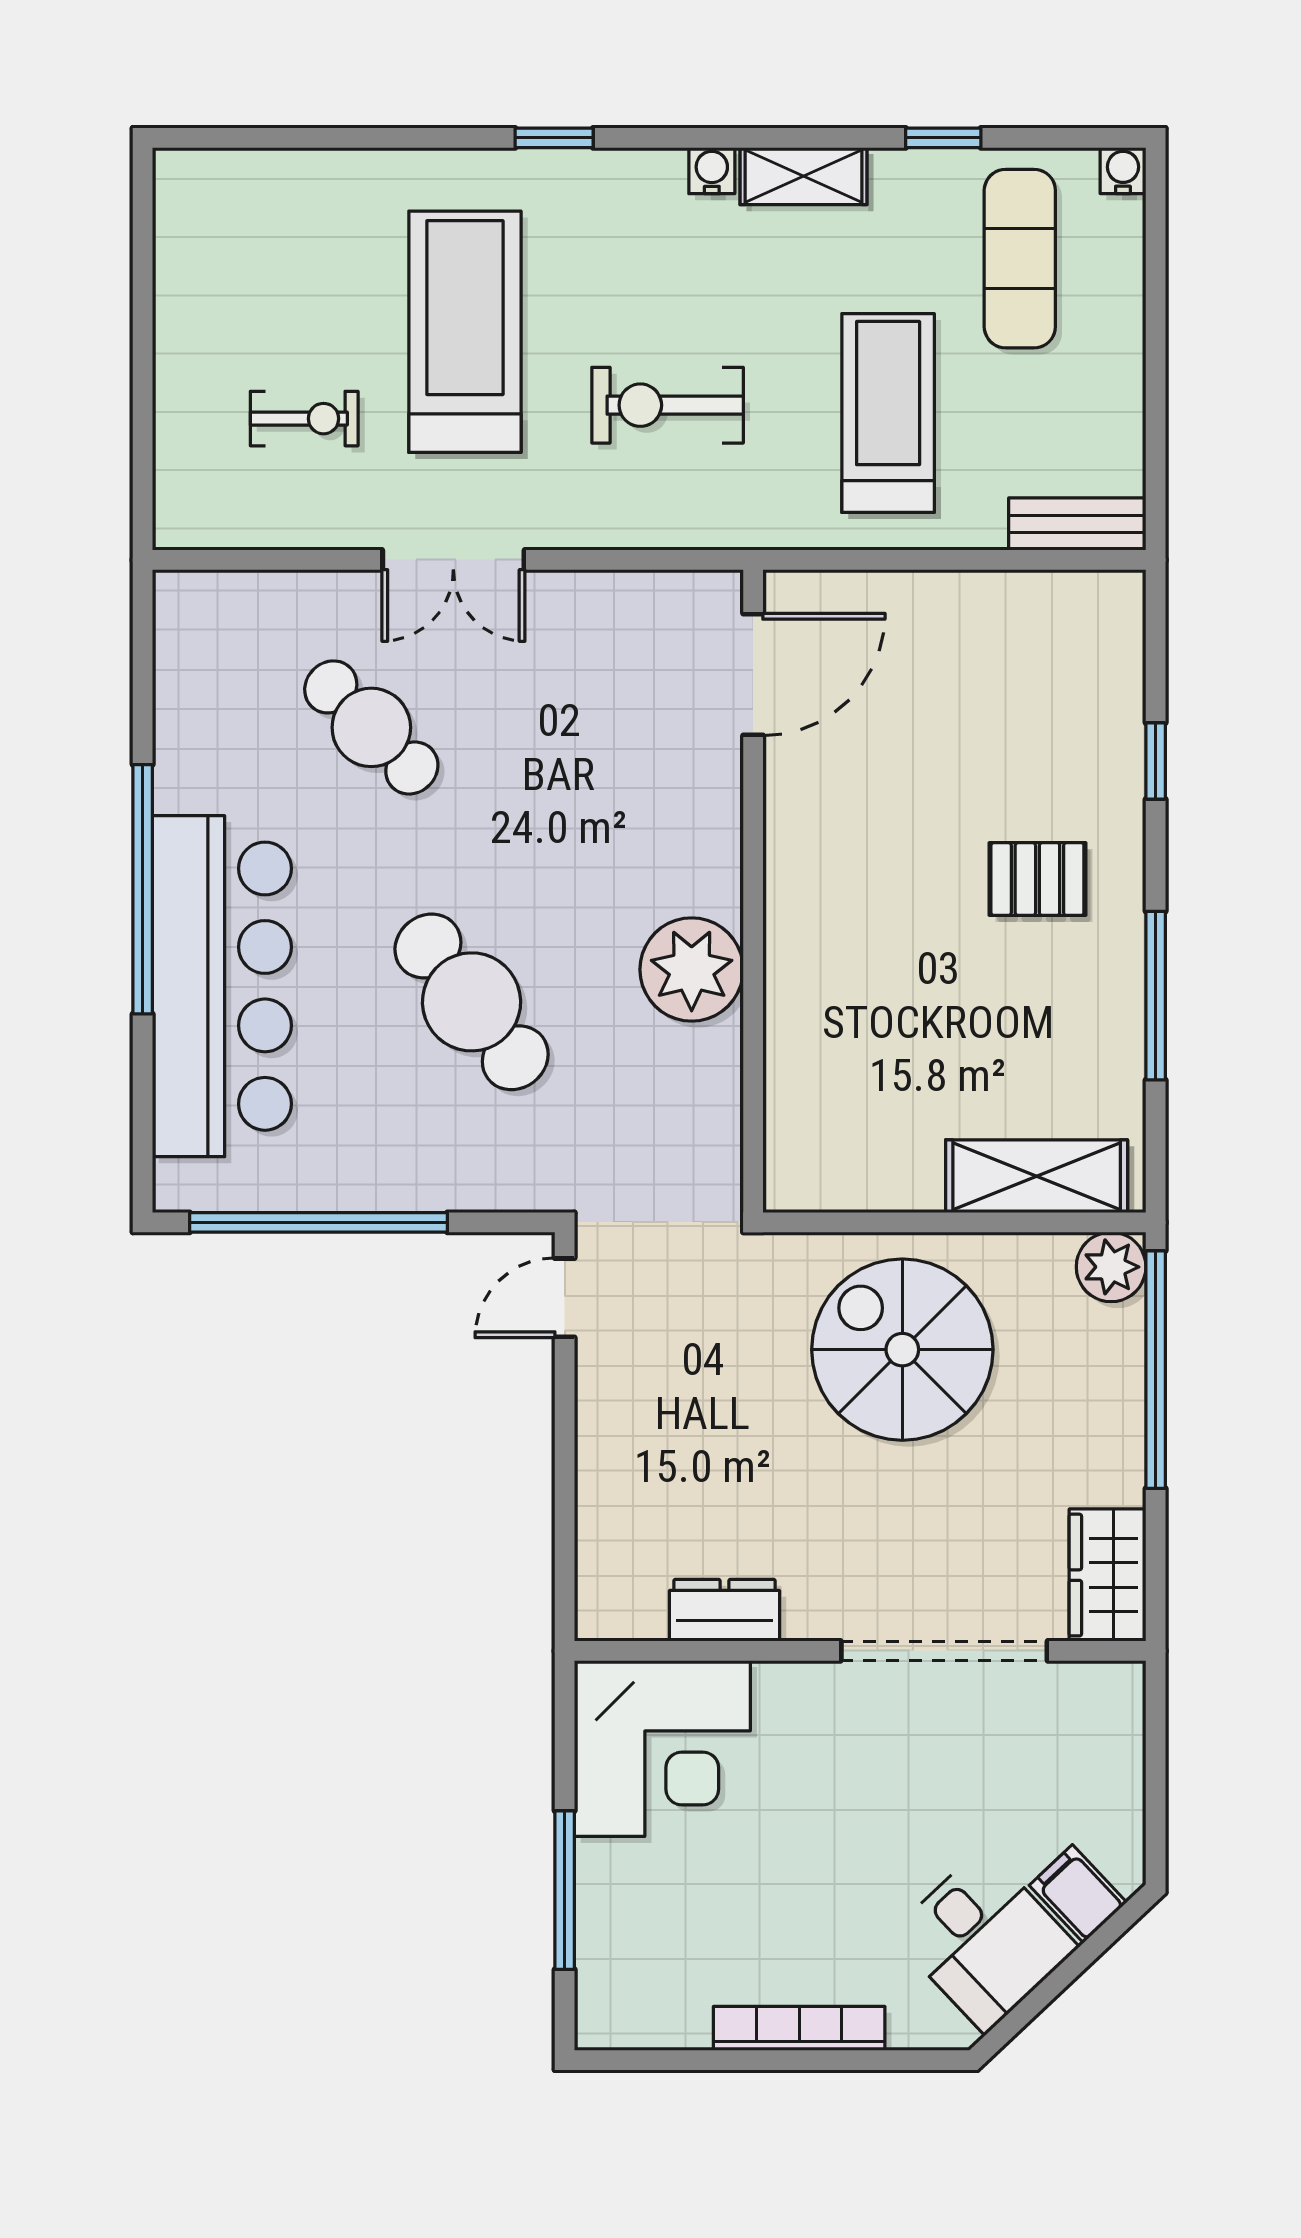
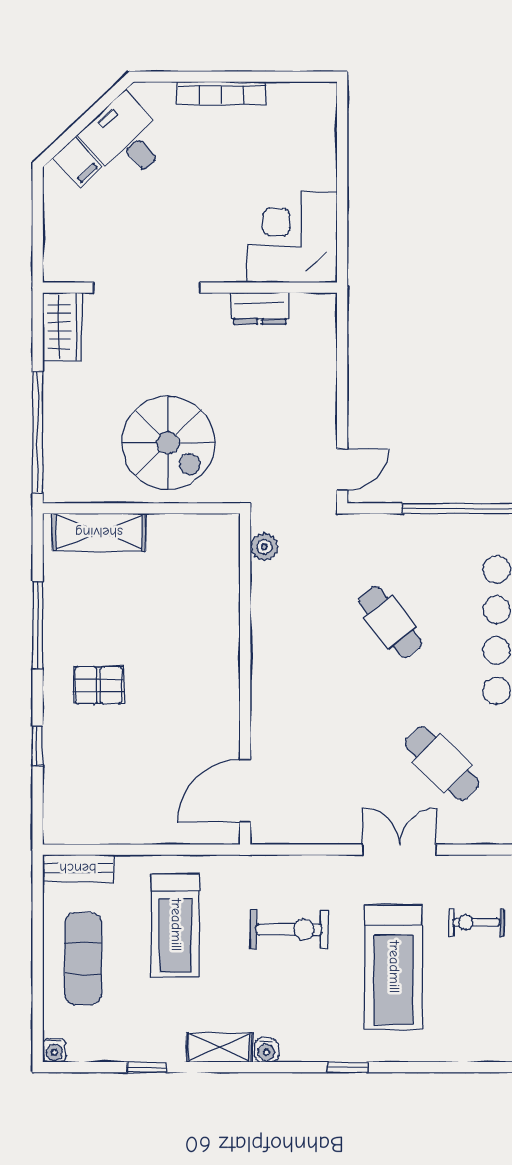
exercise mat: (1020, 259) -> (83, 959), moved
plant: (692, 970) -> (264, 547), moved, width x0.53, depth x0.53
cafe table: (472, 1002) -> (390, 622), width x0.73, depth x0.74
plant: (1111, 1267) -> (61, 485), removed
window: (565, 1890) -> (342, 164), removed

